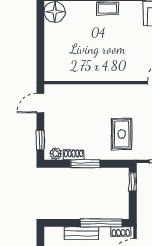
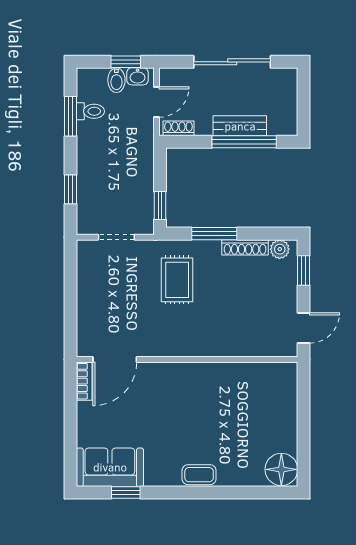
shoe rack: (74, 155) -> (245, 247), width x1.43
window: (85, 164) -> (214, 234), moved
window: (101, 223) -> (244, 142), moved

